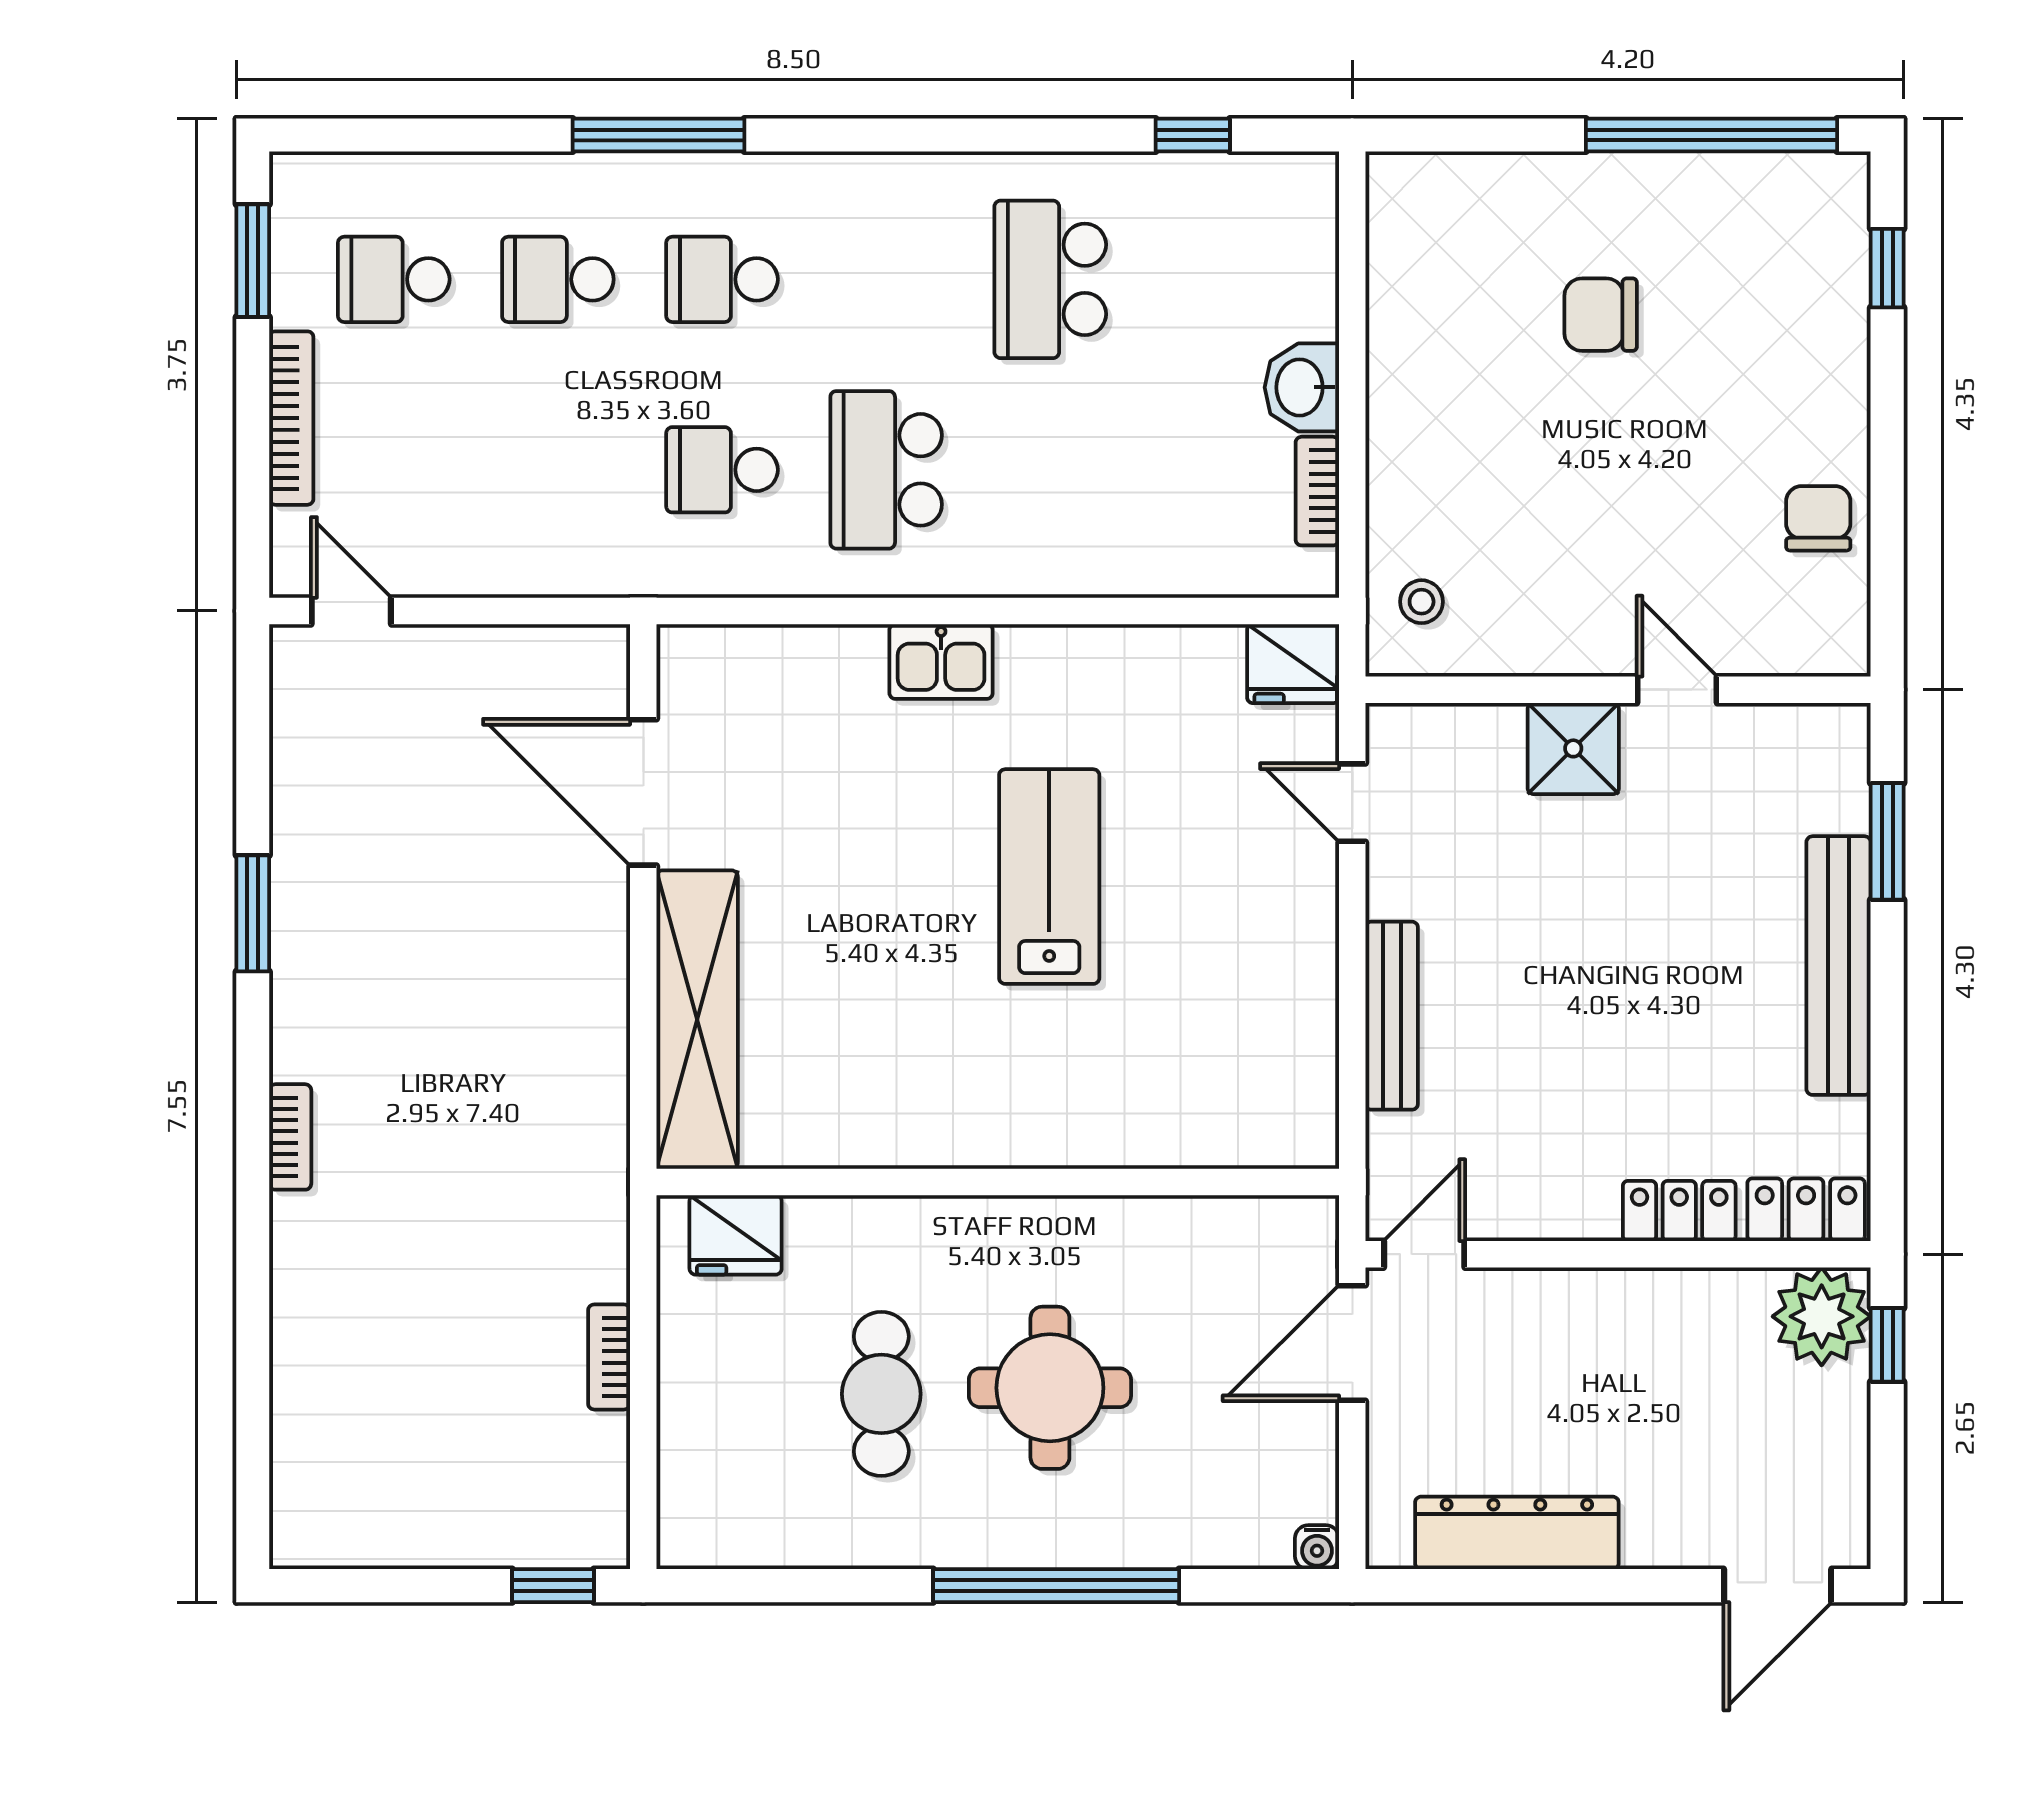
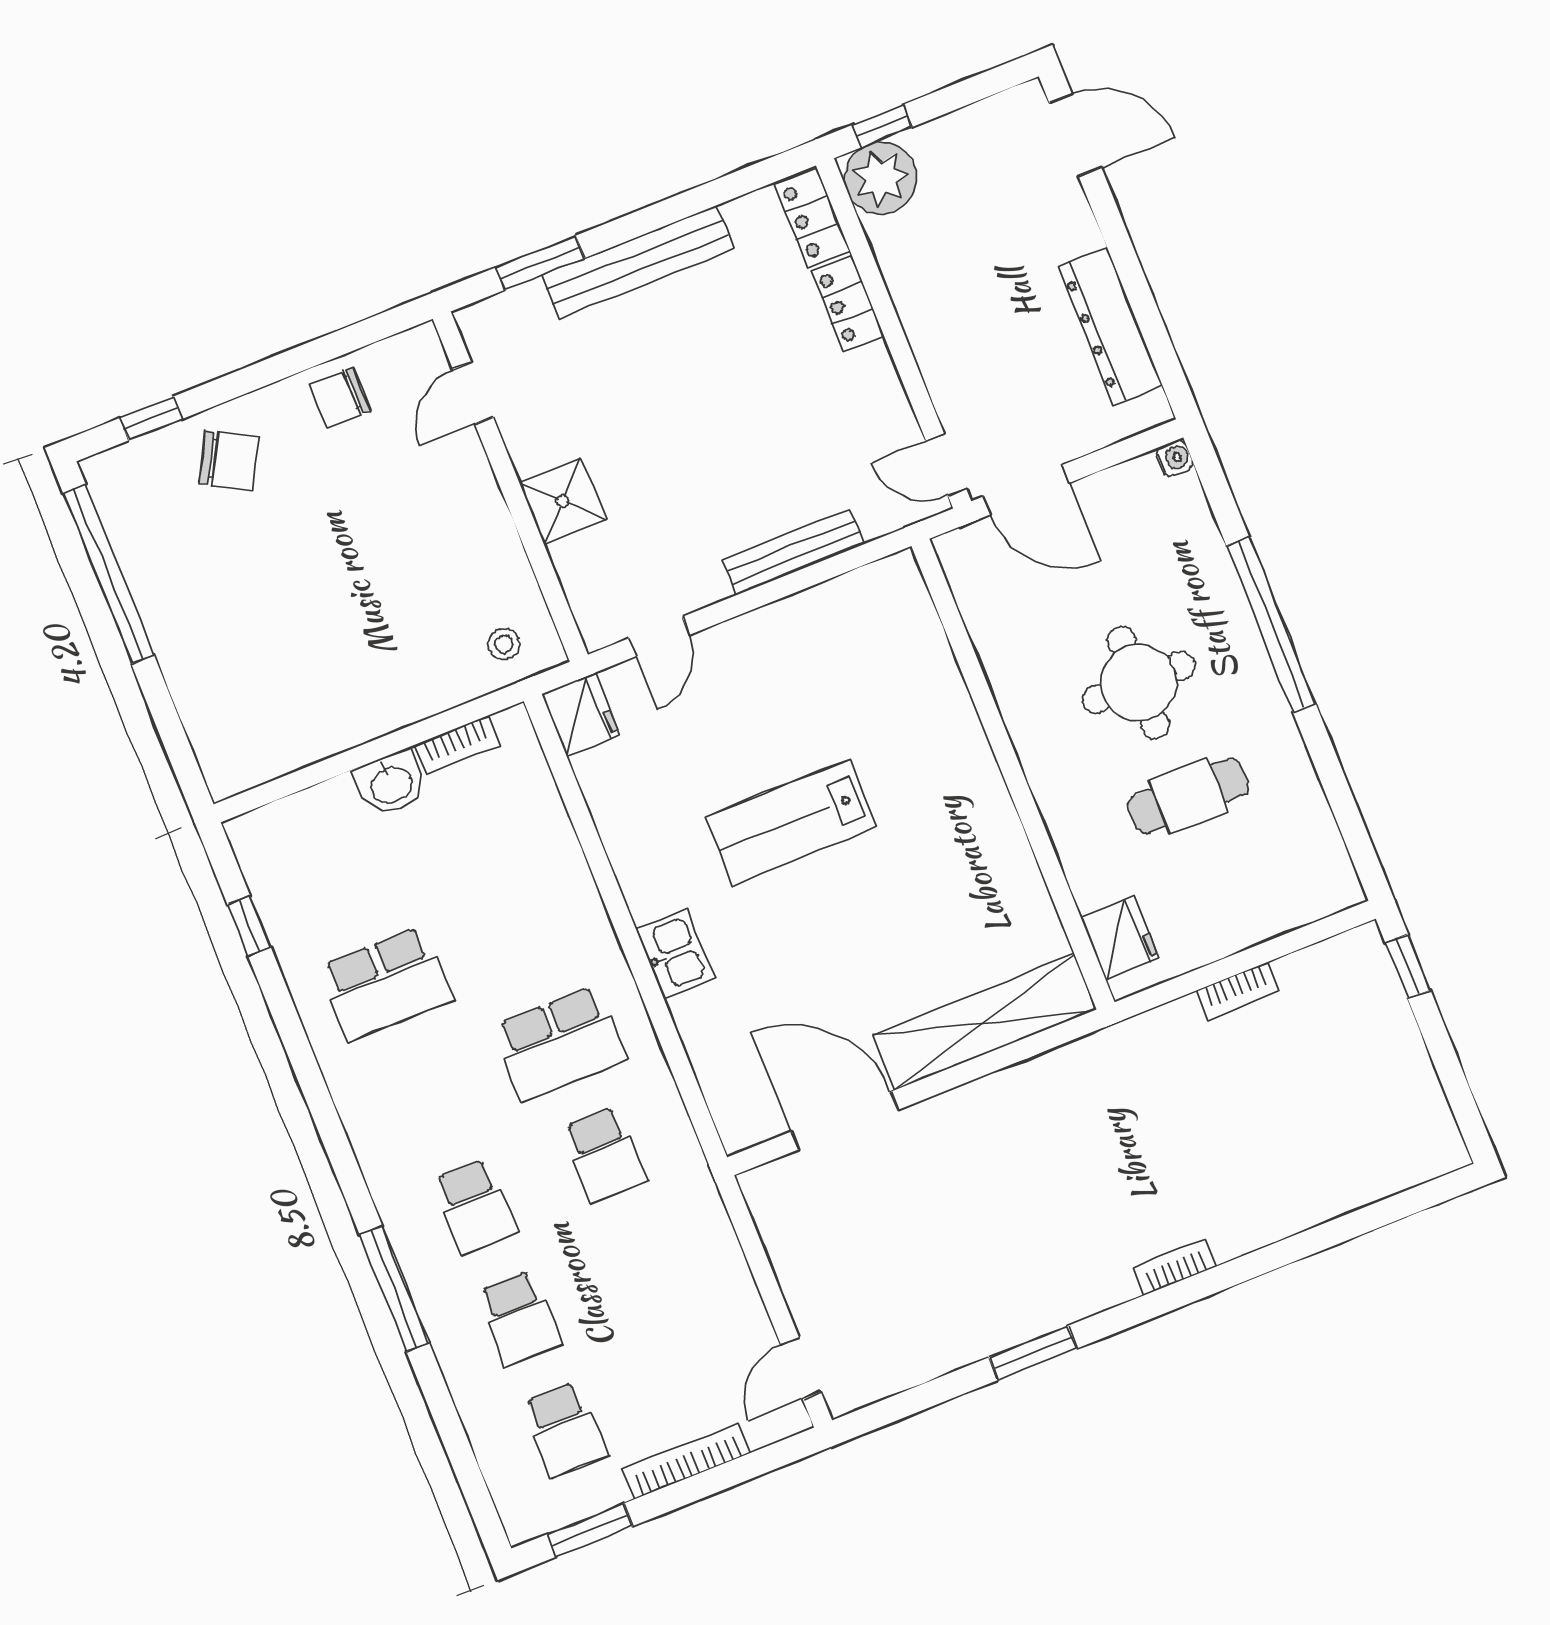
chair: (1601, 315) -> (229, 460), moved, turned -61
door: (1677, 690) -> (473, 393), moved
door: (643, 792) -> (845, 1121), swing flipped

